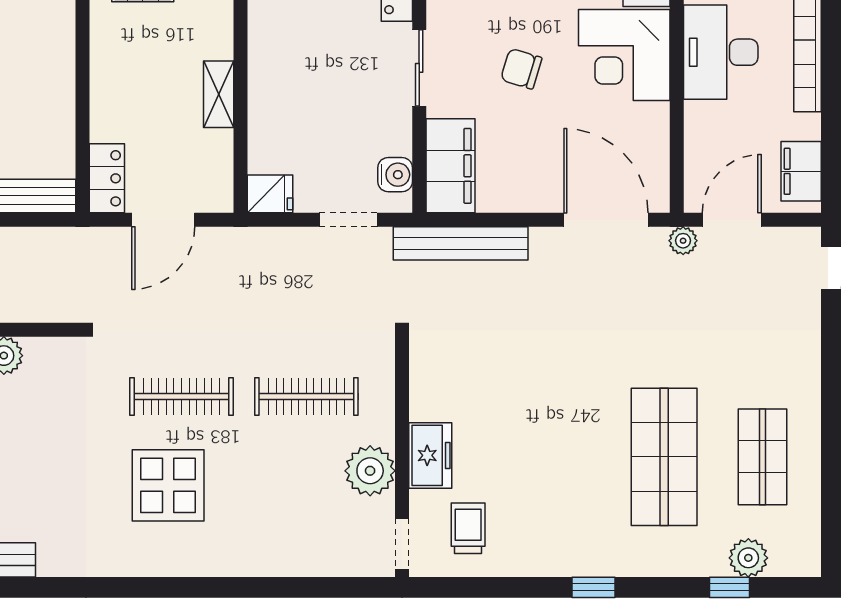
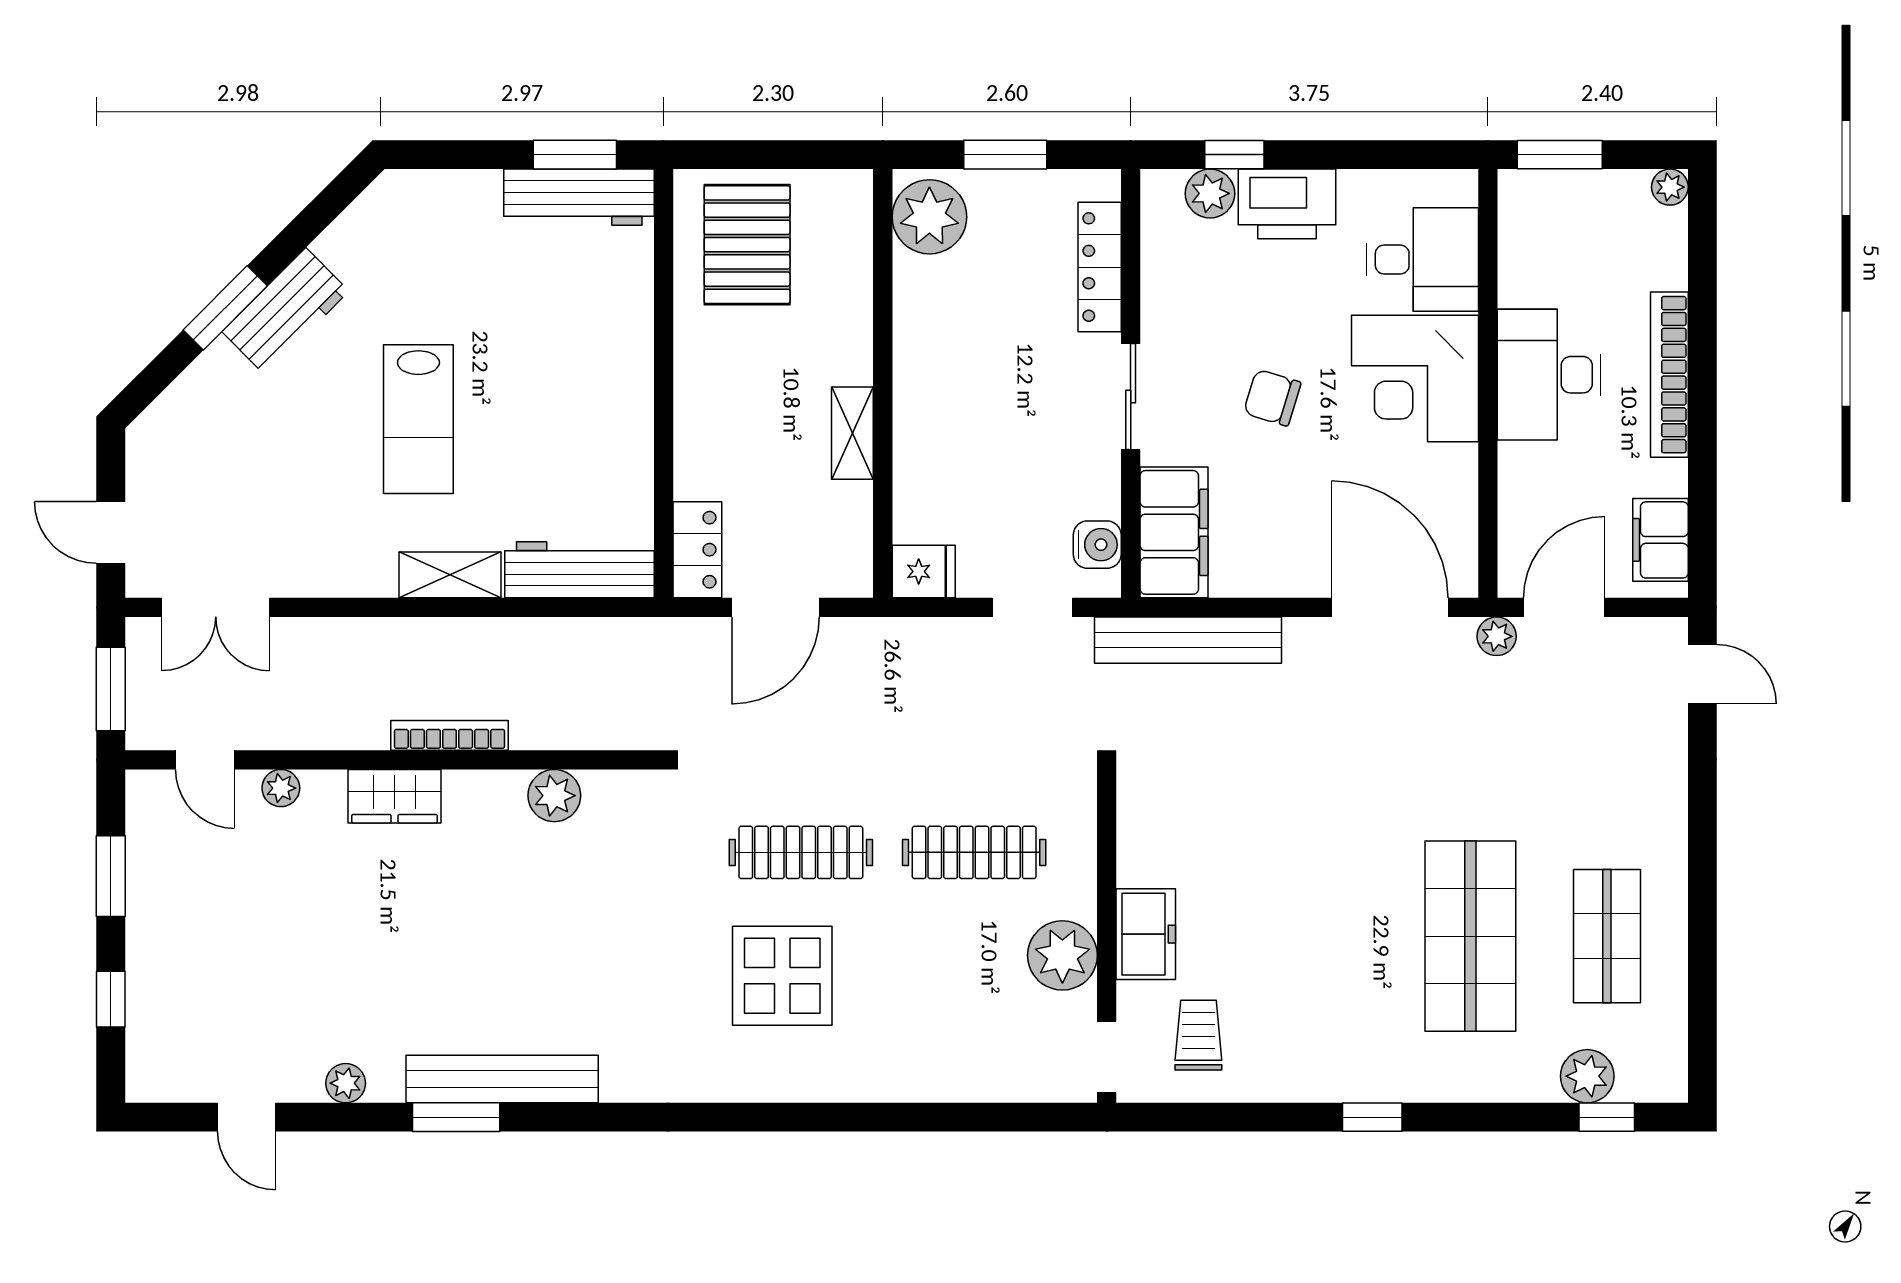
window: (730, 587) -> (1607, 1117), moved

